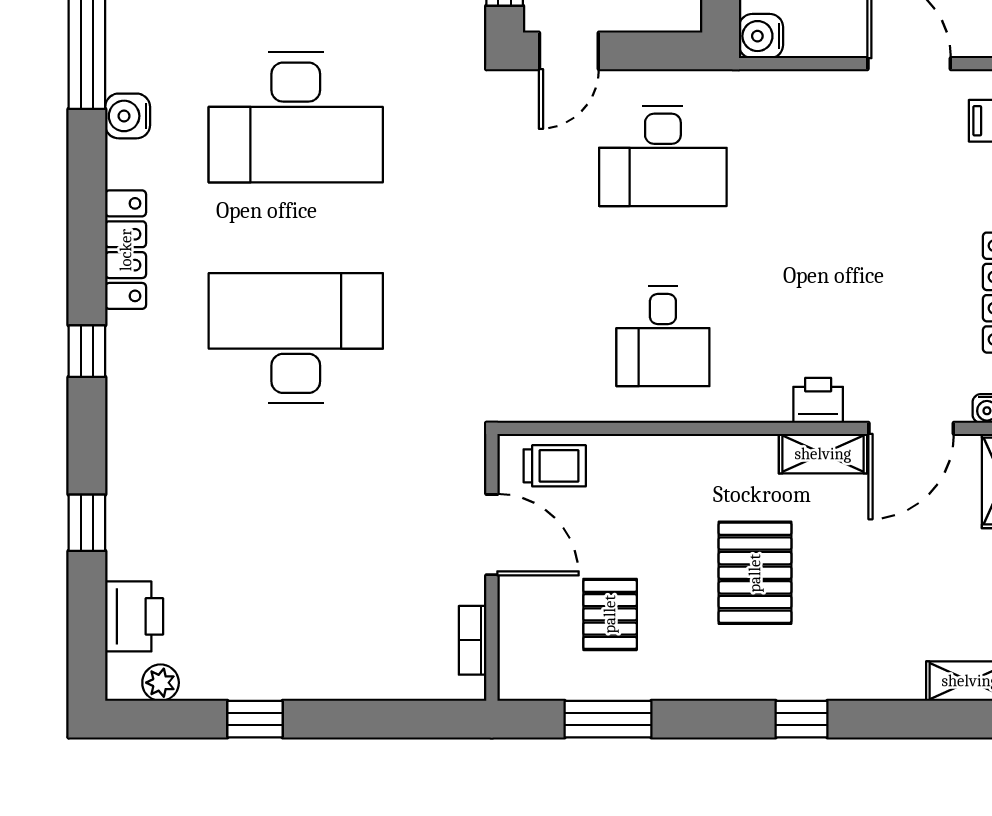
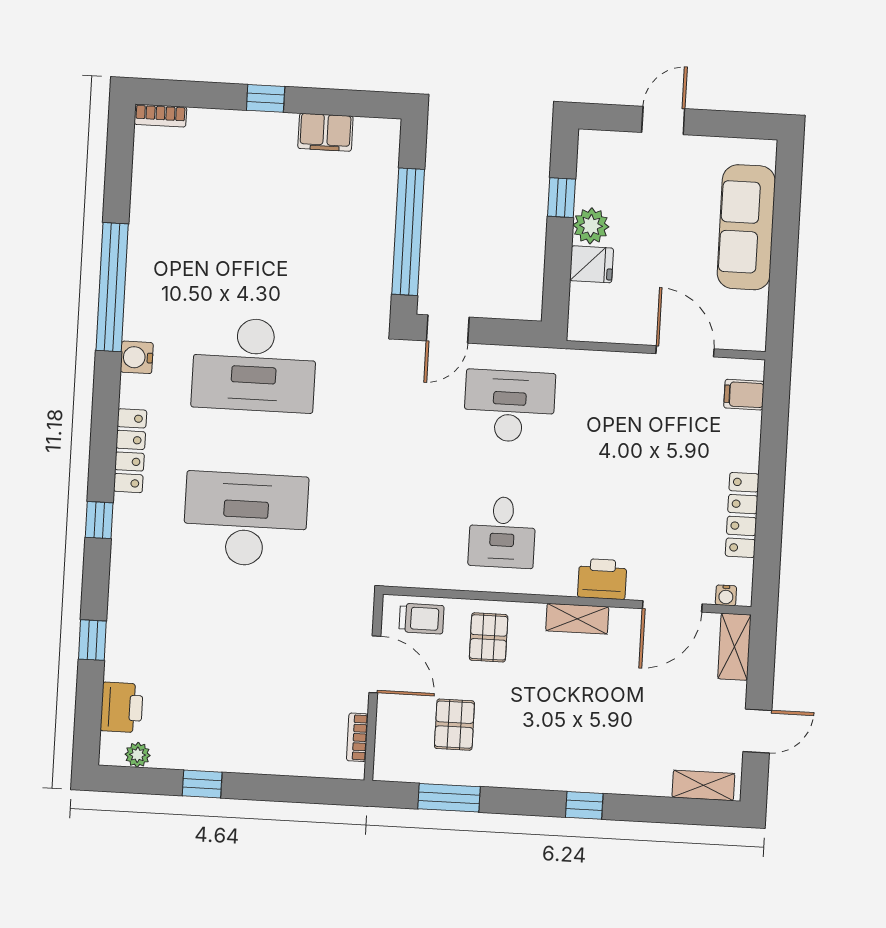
water cooler: (761, 36) -> (583, 326), removed
desk: (663, 156) -> (509, 406), turned 180
printer: (818, 400) -> (602, 579), width x1.36, depth x1.24
shelving: (823, 454) -> (577, 619), moved
pallet: (755, 573) -> (489, 637), moved, width x0.67, depth x0.71

